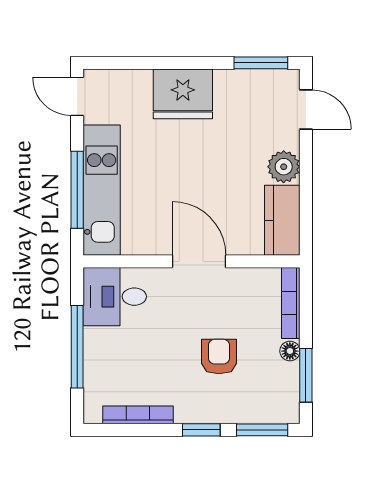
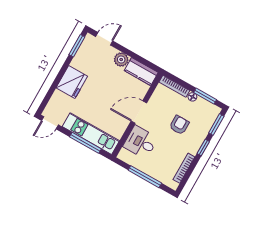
desk: (115, 297) -> (141, 142), moved, turned 90
armchair: (219, 357) -> (179, 125), turned 90

